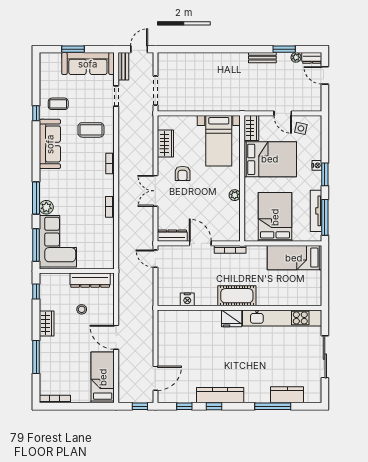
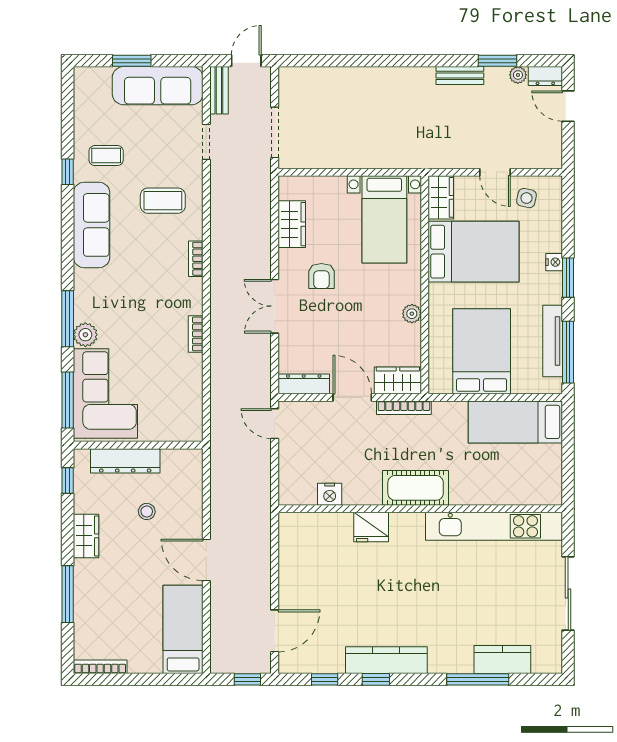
wardrobe: (227, 234) -> (398, 380), added
dresser: (90, 280) -> (125, 461), moved
fridge: (232, 318) -> (371, 527), moved

